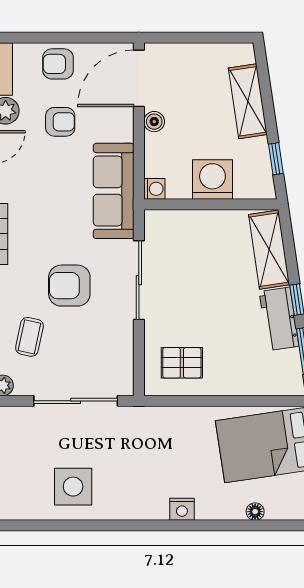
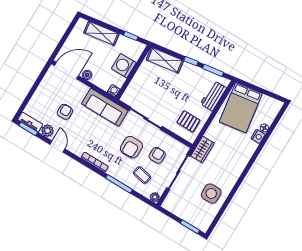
armchair: (58, 64) -> (157, 155), moved, turned 180
door: (139, 78) -> (67, 71), swing flipped
workbench: (279, 319) -> (213, 96), moved, turned 98
pallet: (182, 363) -> (188, 121), turned 90
wardrobe: (145, 421) -> (203, 149), added
nightstand: (182, 509) -> (258, 136), moved

